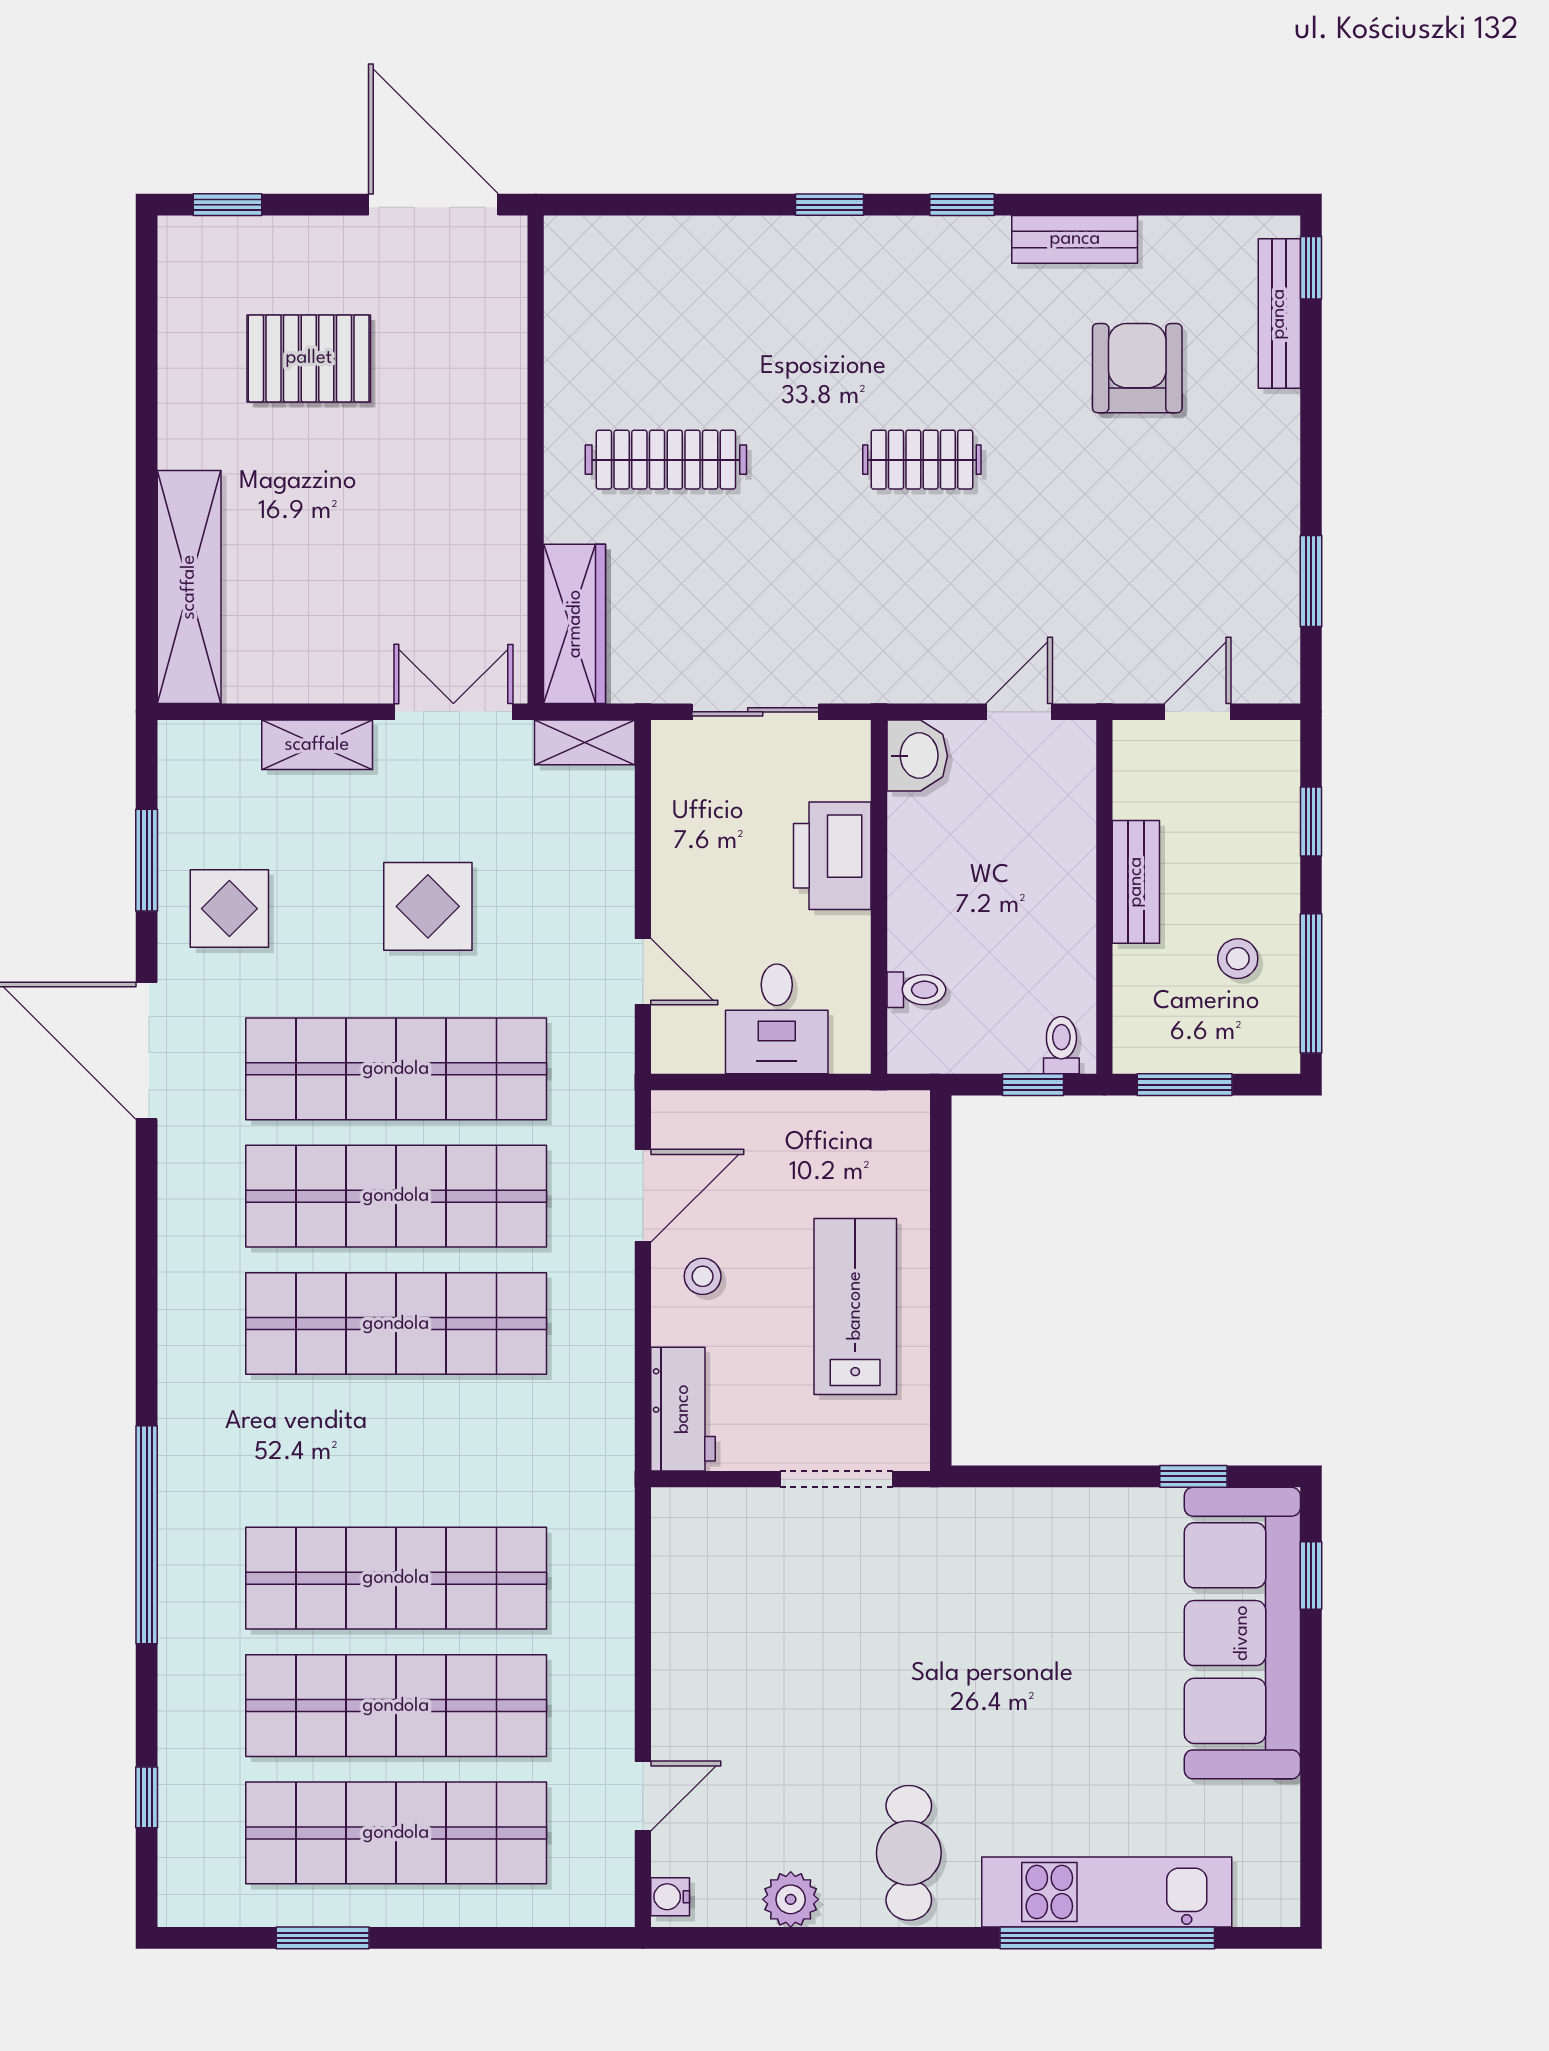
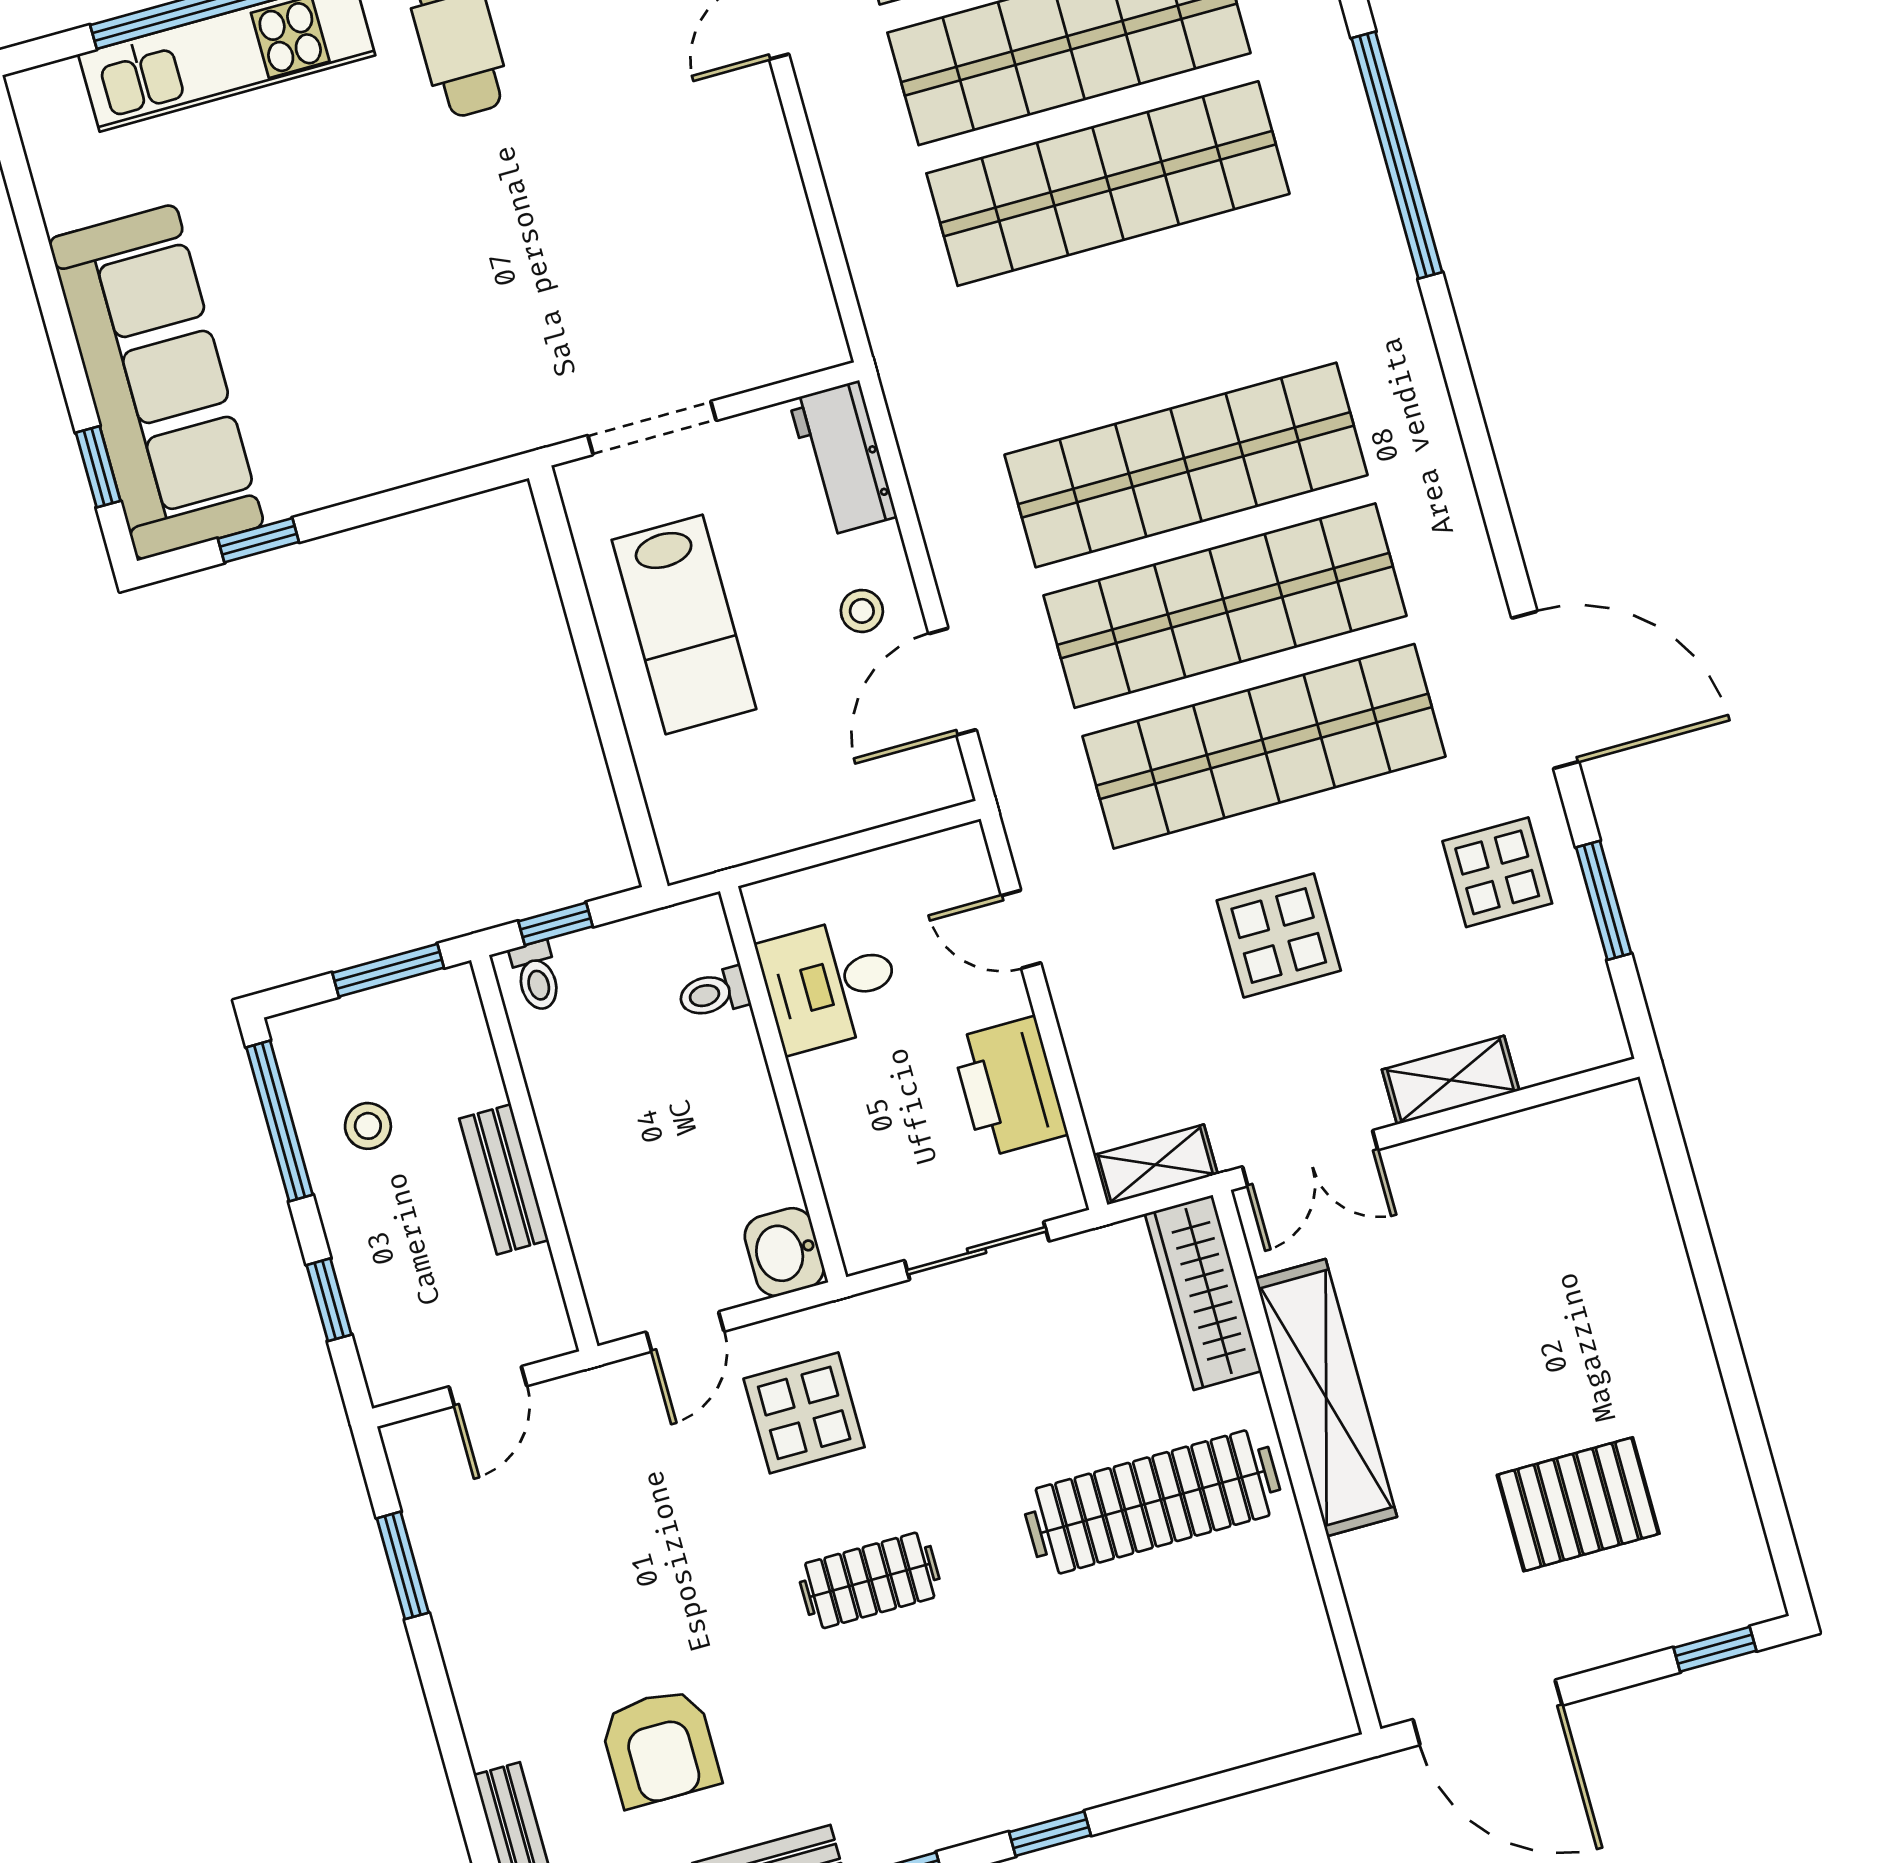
clothes rail: (666, 460) -> (1153, 1502), width x1.37, depth x1.31
shelving: (189, 587) -> (1326, 1398), moved
display table: (938, 616) -> (804, 1413), added
printer: (832, 856) -> (1009, 1087), moved, turned 180
desk: (777, 1019) -> (830, 984), moved, turned -90

